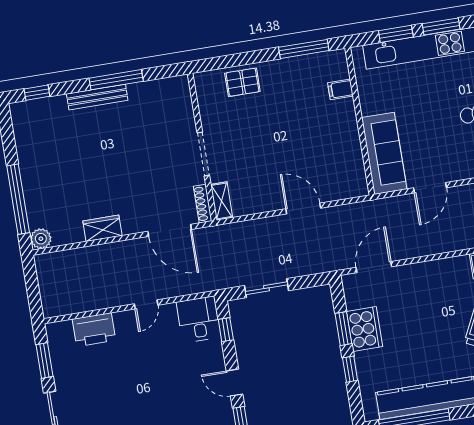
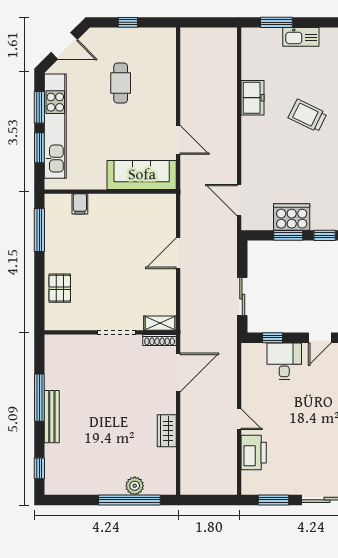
plant: (41, 239) -> (135, 486), moved
door: (146, 304) -> (239, 419), moved
desk: (199, 319) -> (284, 361), moved, turned 90

